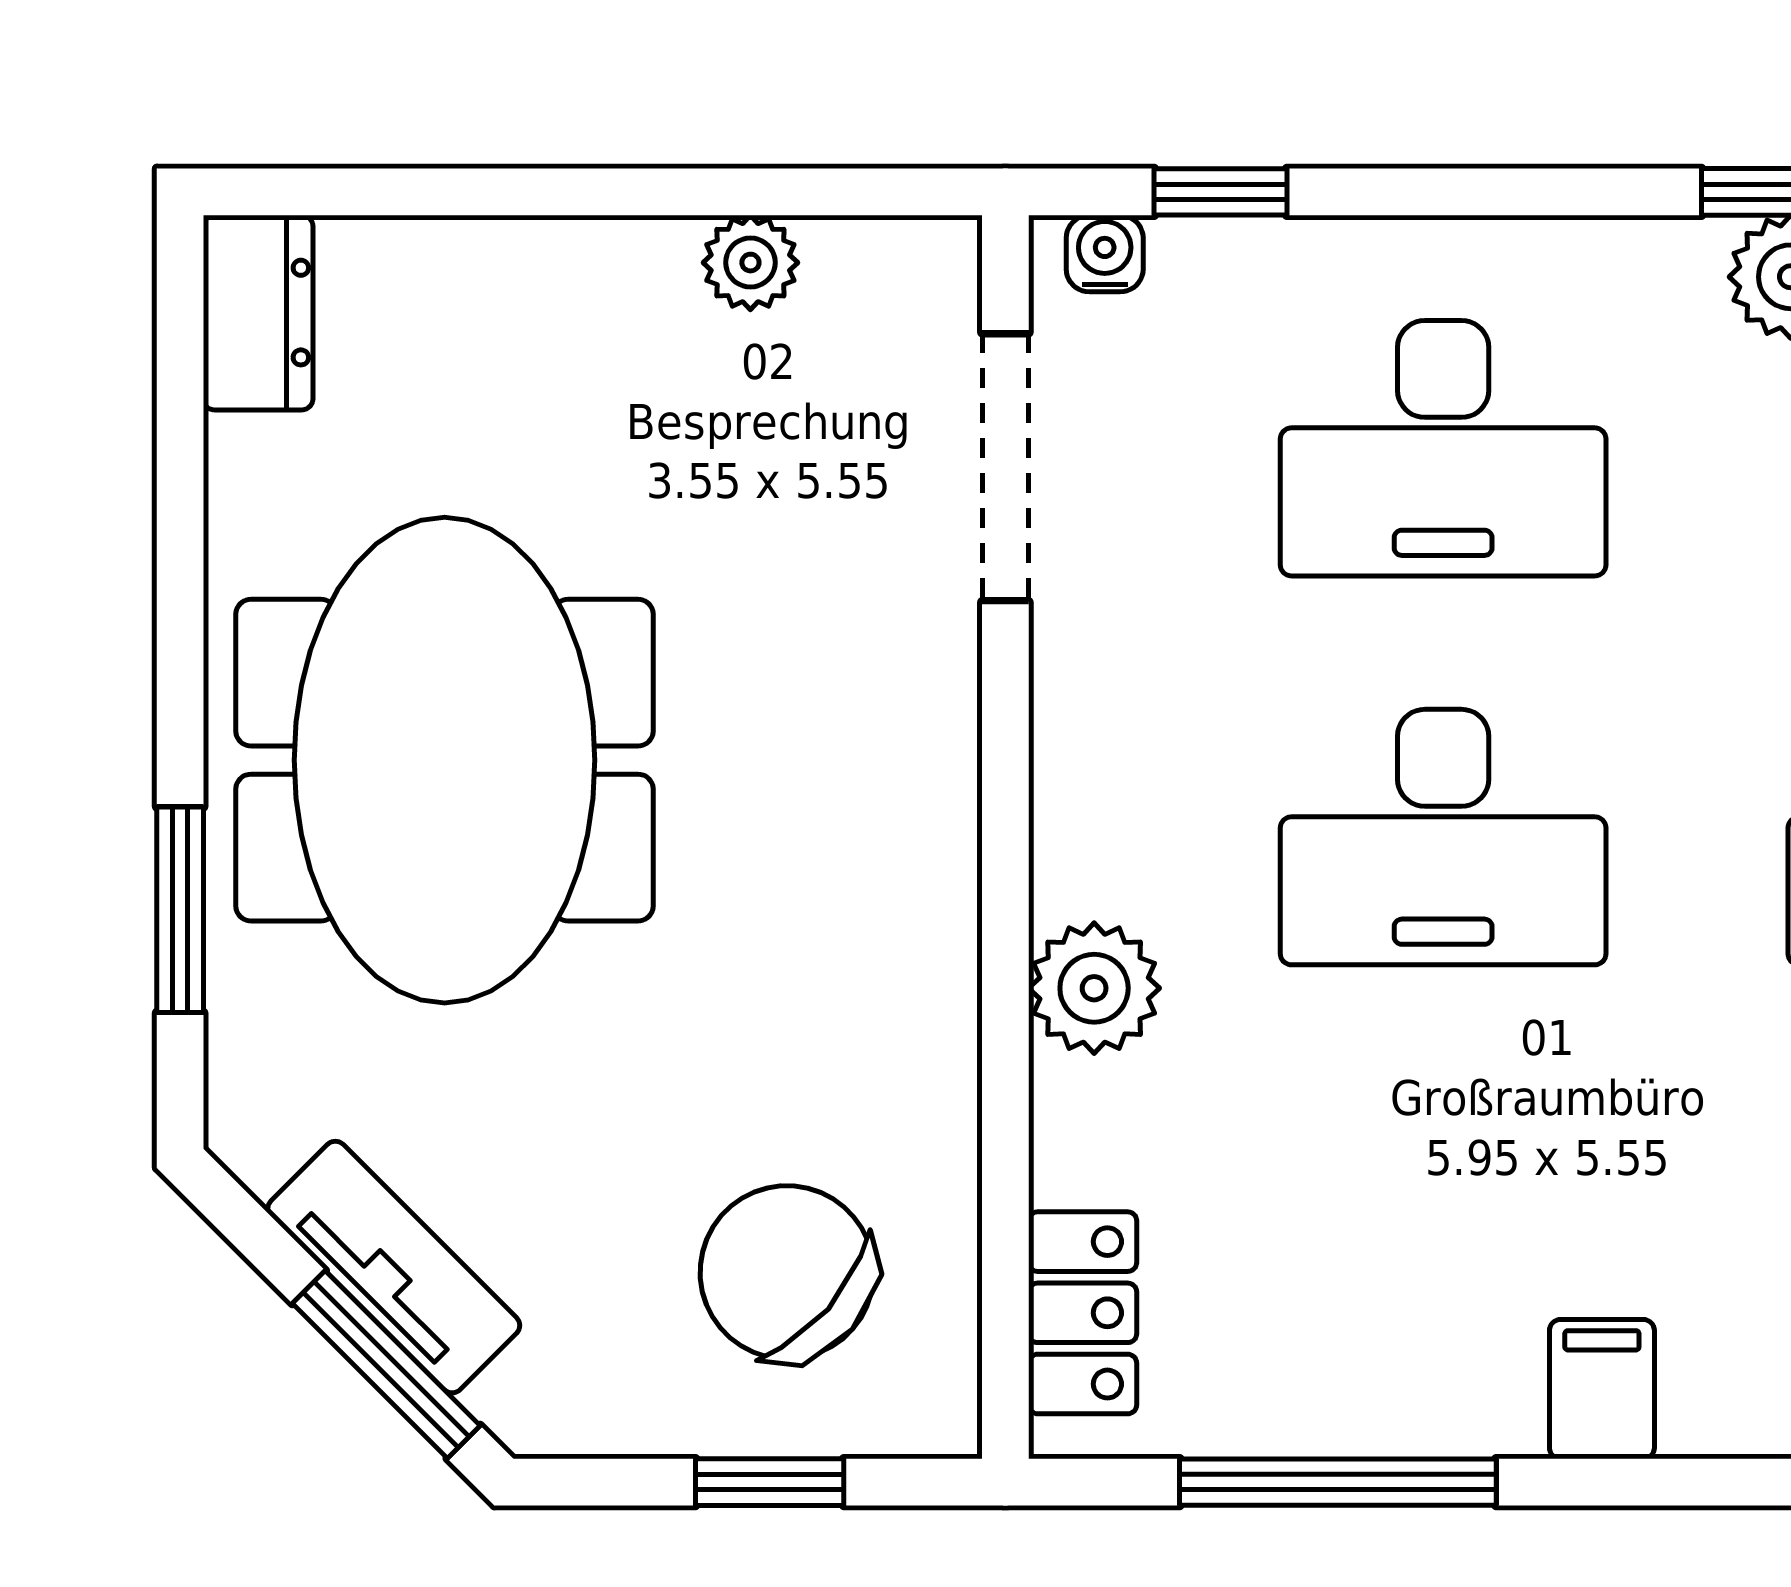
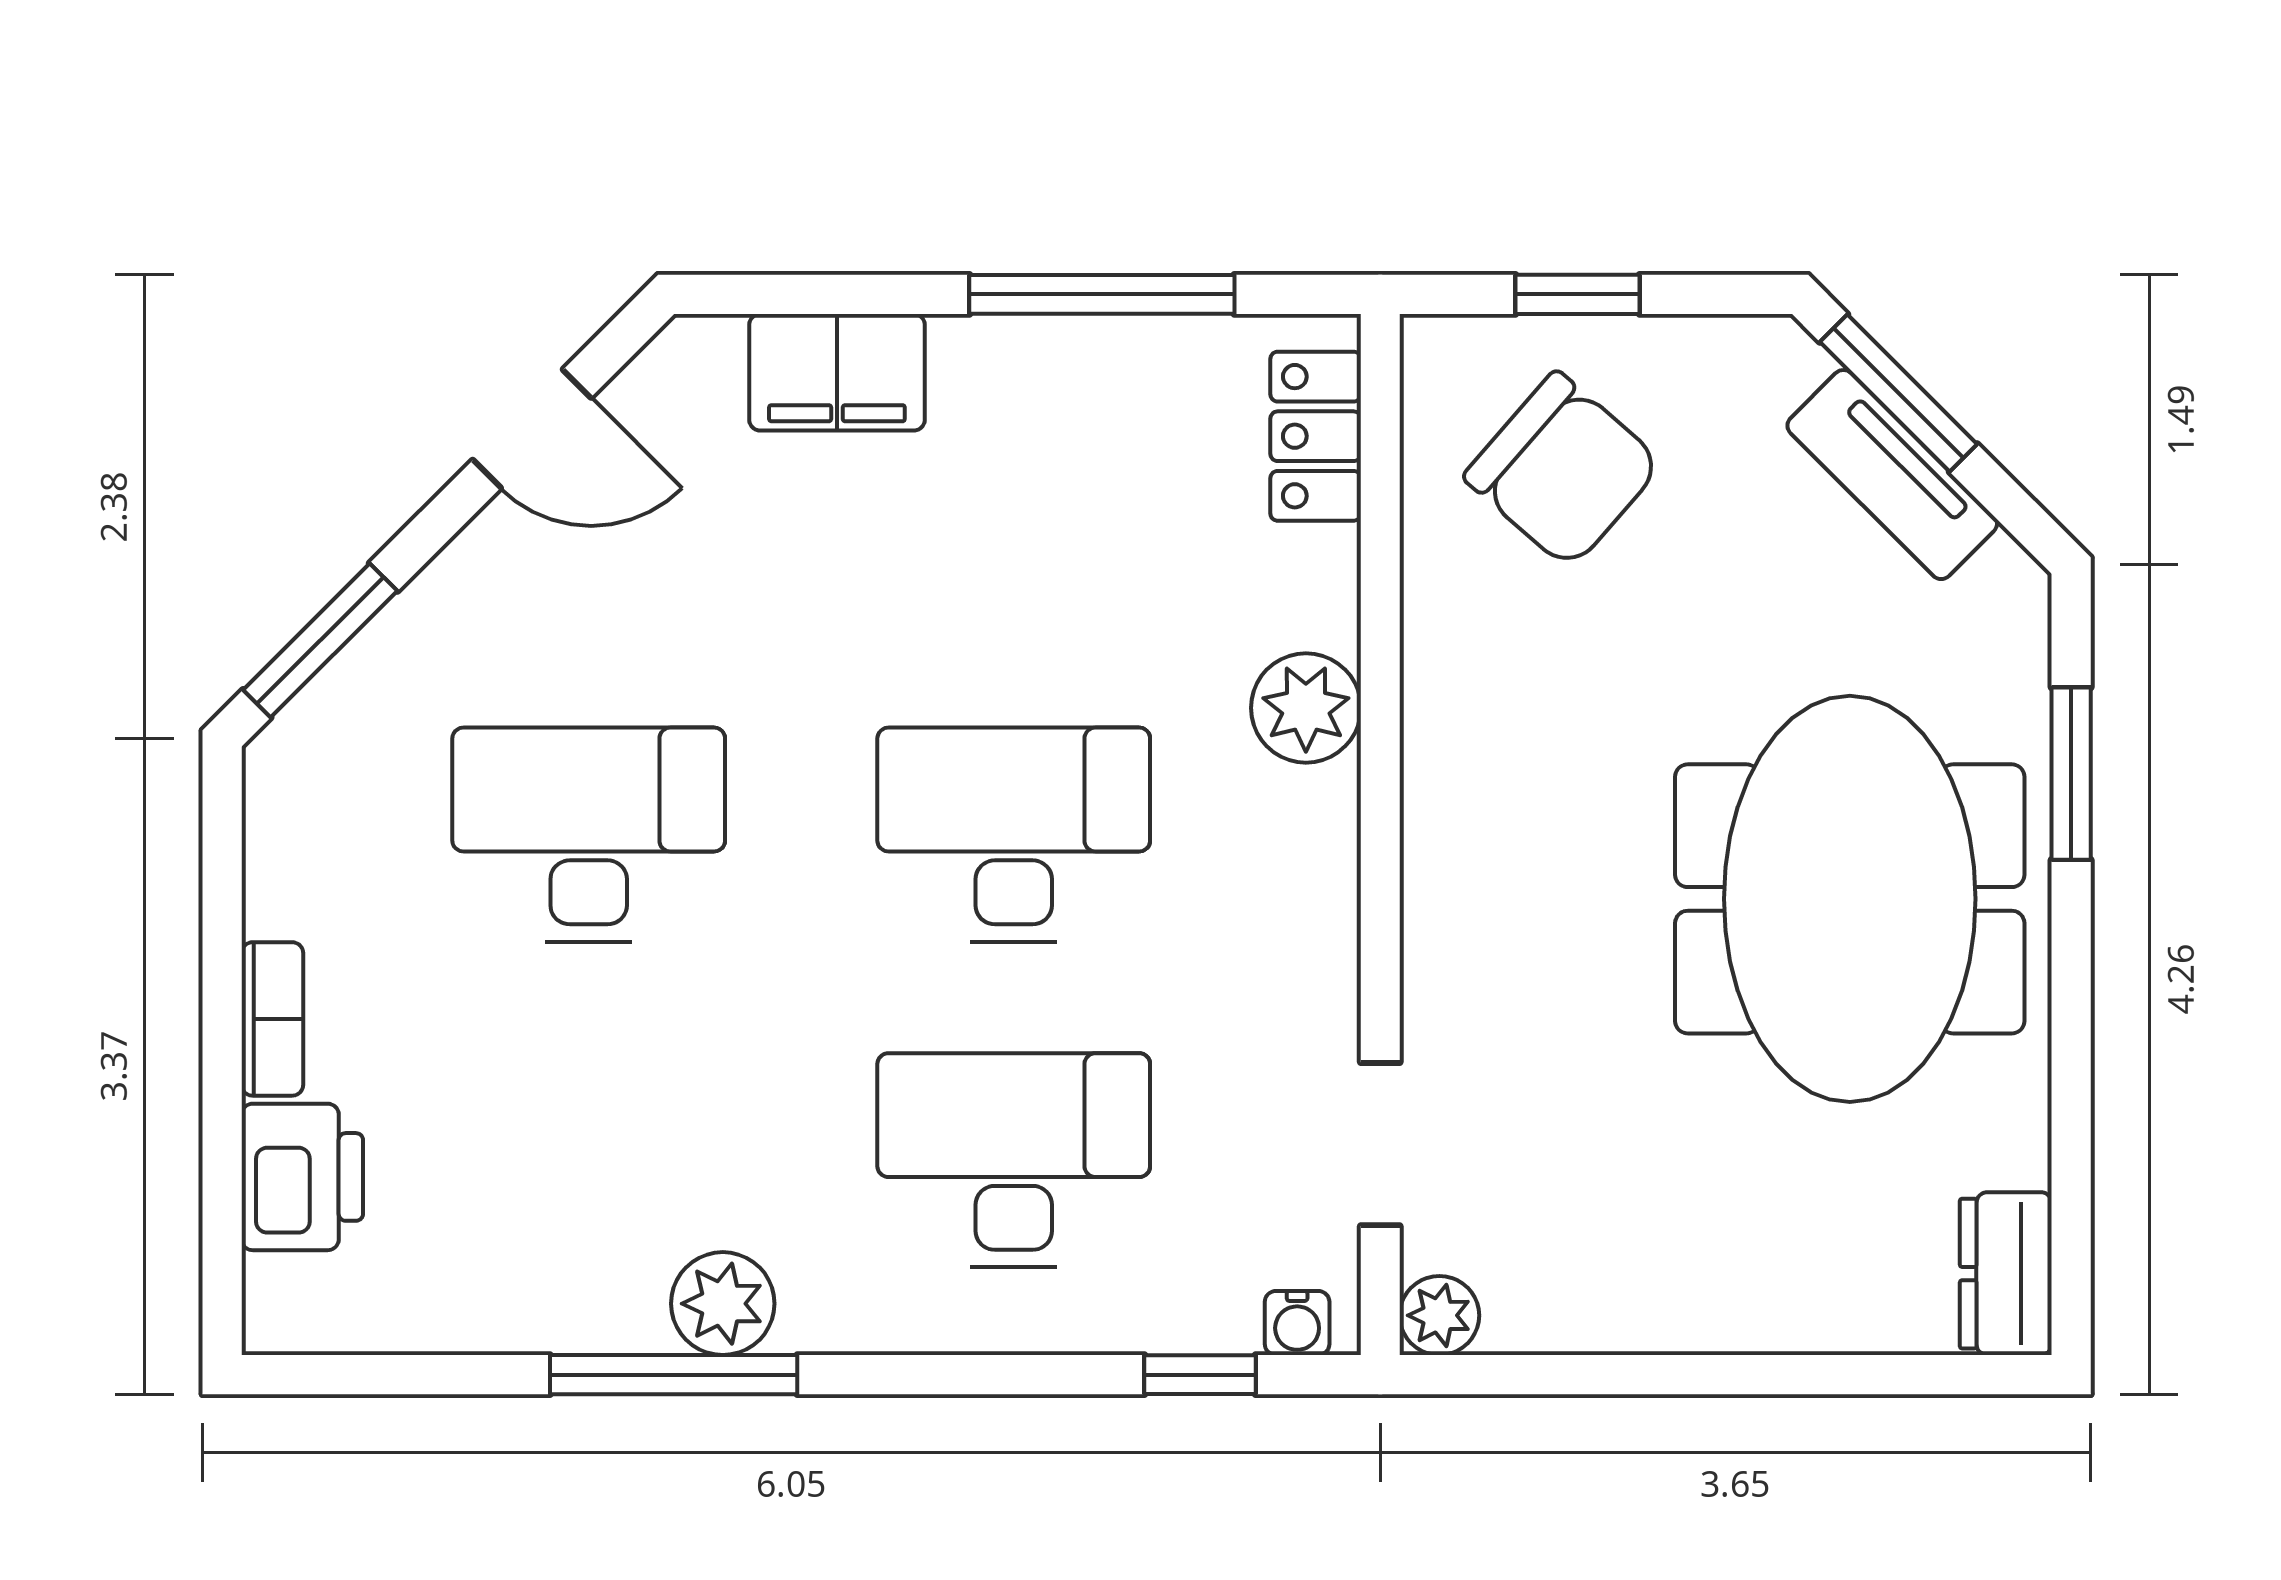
plant: (750, 263) -> (1439, 1315), moved
doorway: (1005, 467) -> (1380, 1144), width x0.73
filing cabinet: (1602, 1389) -> (837, 372), width x2.00

